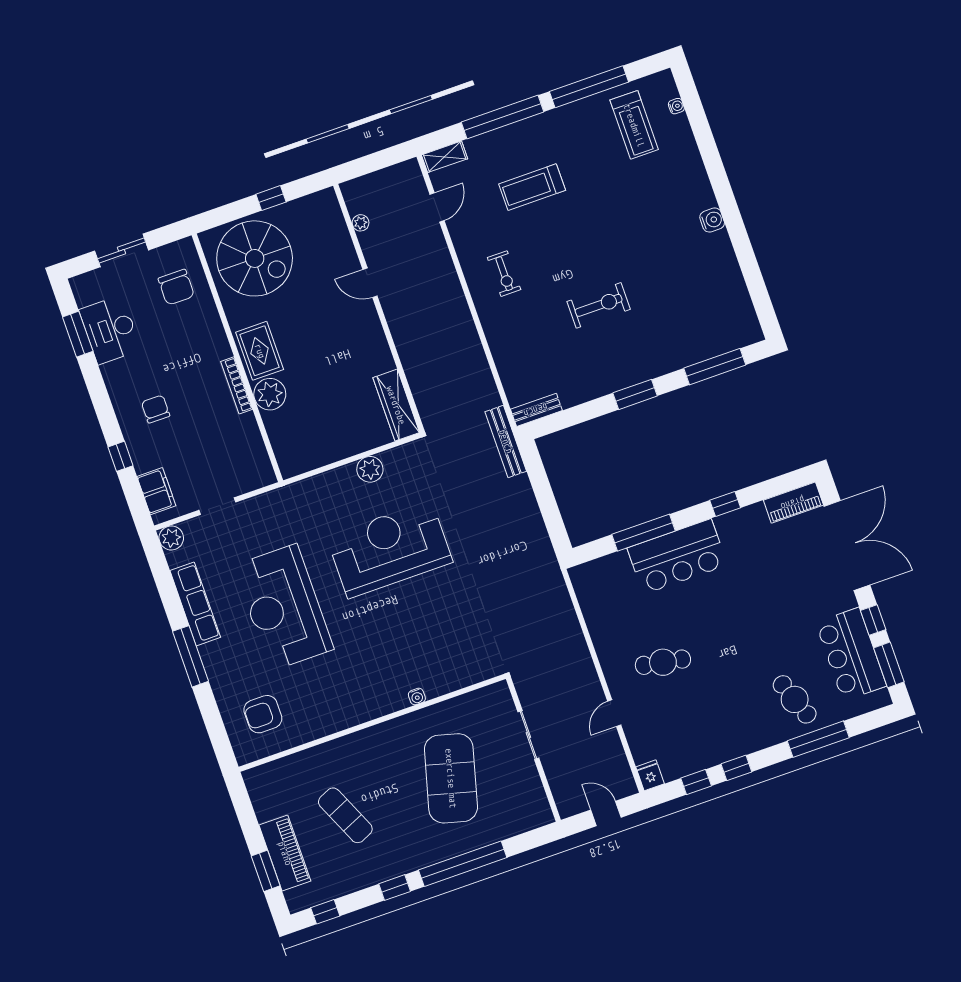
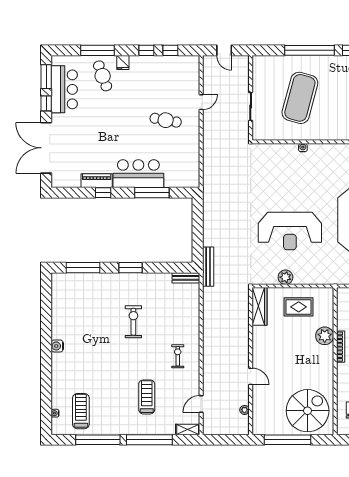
treadmill: (532, 187) -> (147, 397), turned -90
window: (271, 198) -> (288, 440), width x3.17
spiral stairs: (255, 258) -> (308, 411), turned 90
exercise bike: (599, 305) -> (133, 322), turned 90
rug: (260, 351) -> (299, 307), moved, turned 90
piano: (793, 503) -> (97, 181), moved
fridge: (650, 775) -> (123, 62), moved

